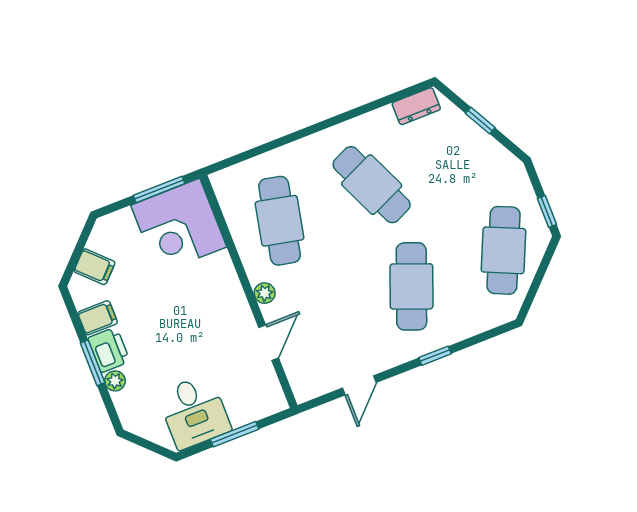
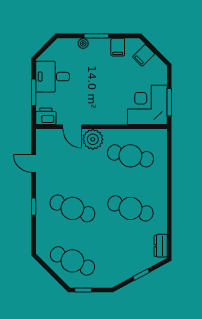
cafe table: (372, 185) -> (130, 208), turned 42
plant: (265, 293) -> (93, 139), width x1.87, depth x1.87
printer: (109, 350) -> (46, 116), moved, turned 180

